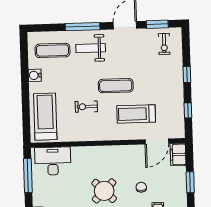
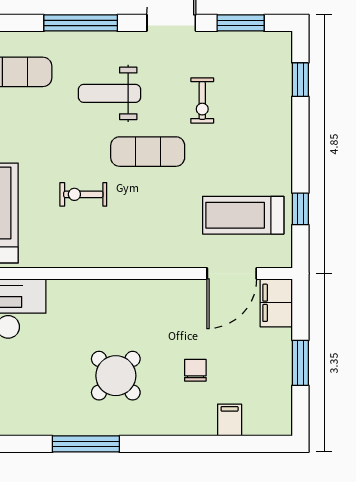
exercise bike: (164, 44) -> (202, 100), moved
weight bench: (91, 48) -> (110, 93), moved
window: (187, 74) -> (300, 80), moved
treadmill: (136, 114) -> (243, 215), moved

